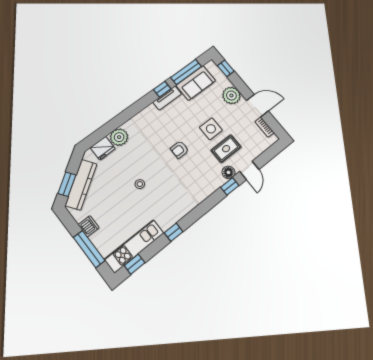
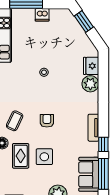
tv unit: (167, 98) -> (93, 128), moved
coffee table: (201, 177) -> (15, 121), added
kitchen counter: (81, 185) -> (76, 31), removed

